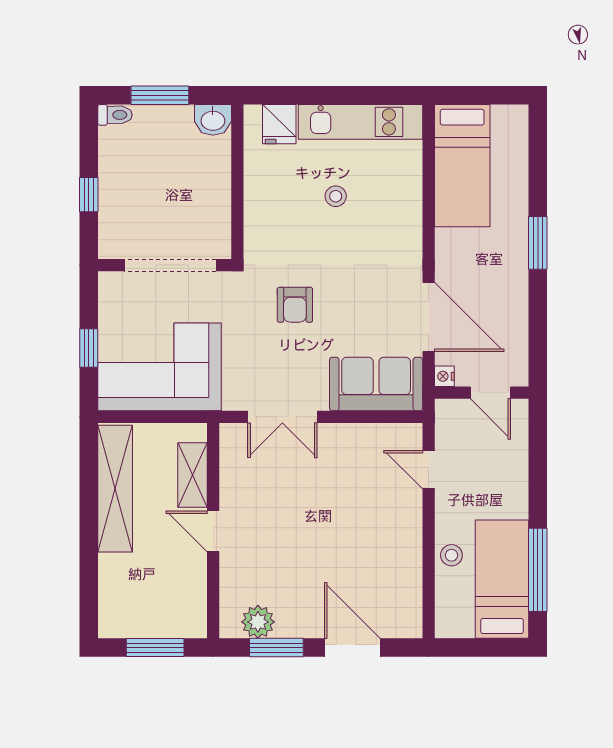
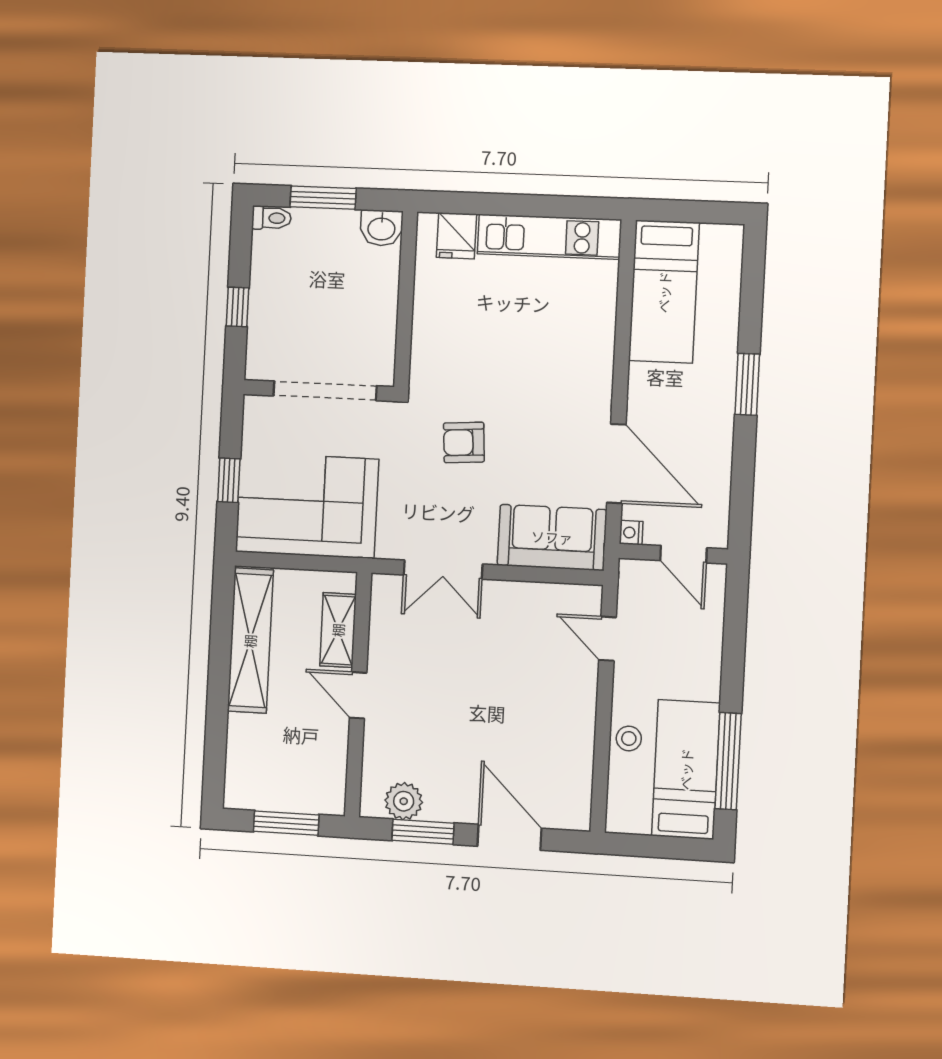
stool: (336, 196) -> (517, 321), removed
armchair: (295, 305) -> (464, 442), turned 86

